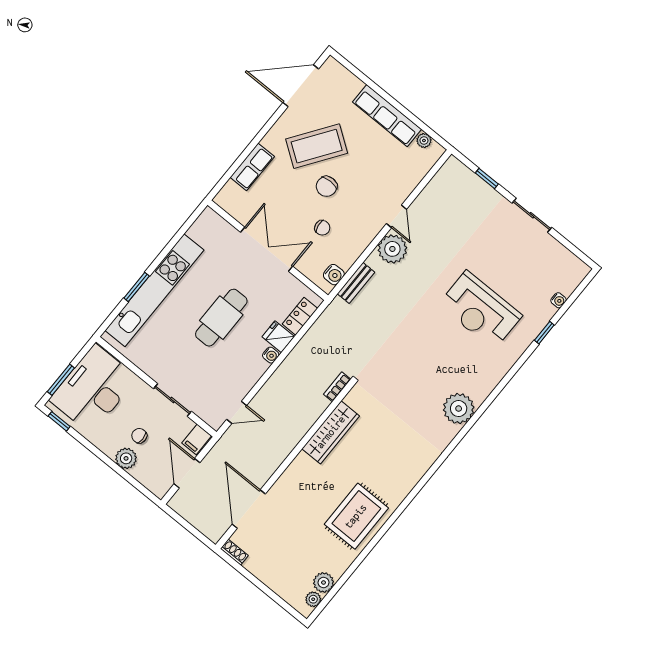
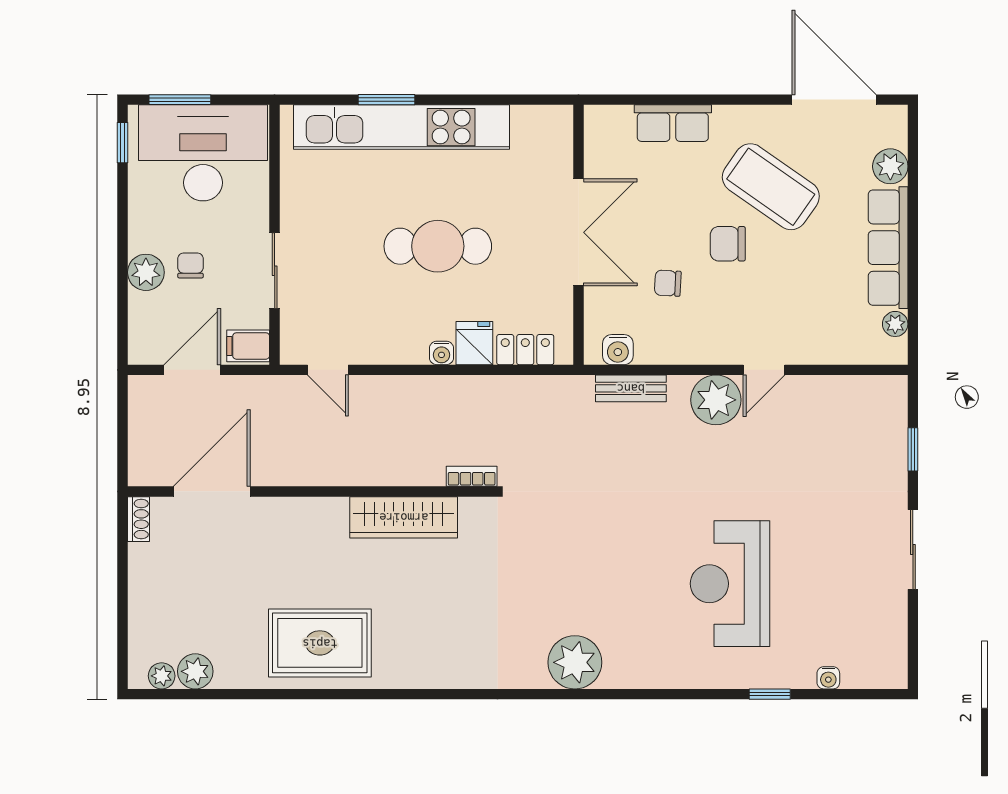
plant: (351, 85) -> (890, 166), added
chair: (322, 228) -> (668, 283), turned 101

